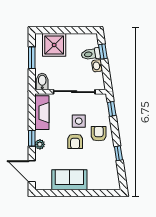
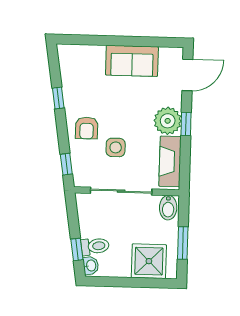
washbasin: (97, 66) -> (91, 266), moved
armchair: (75, 141) -> (122, 117), removed
plant: (40, 144) -> (168, 121), width x1.88, depth x1.88
door: (32, 171) -> (187, 75), hinge flipped

